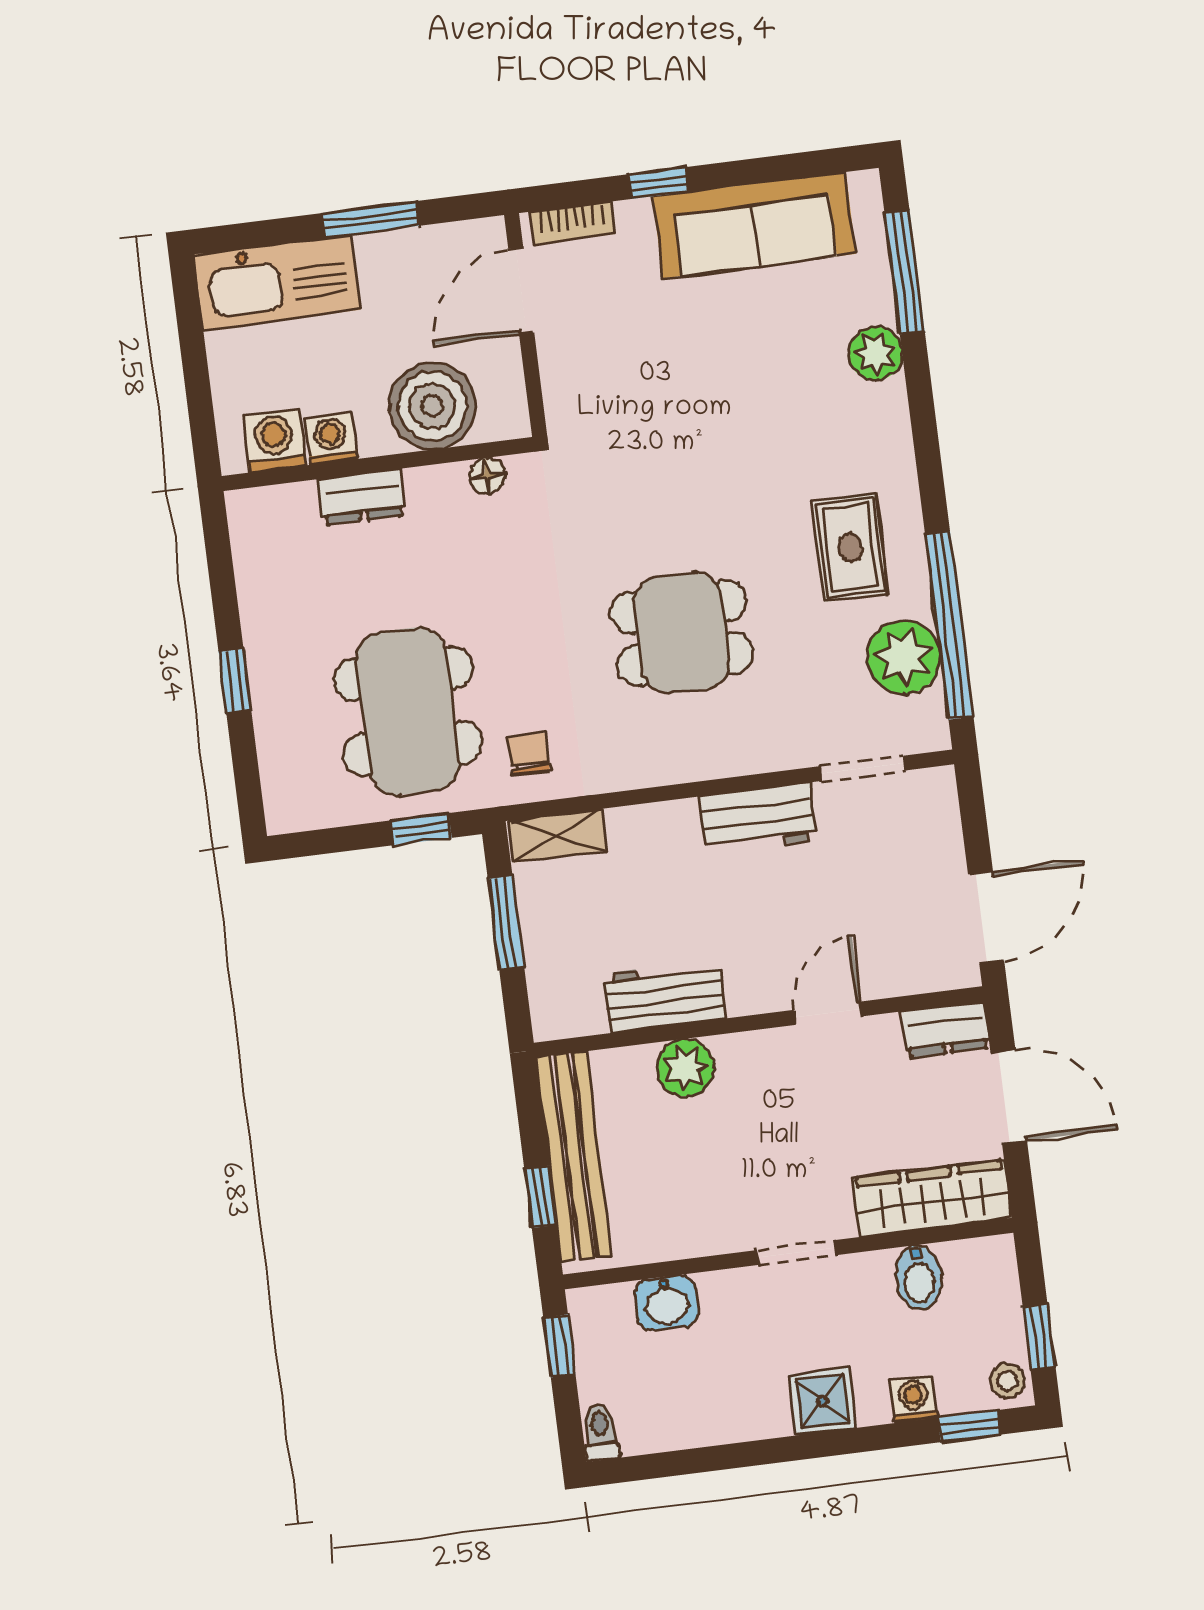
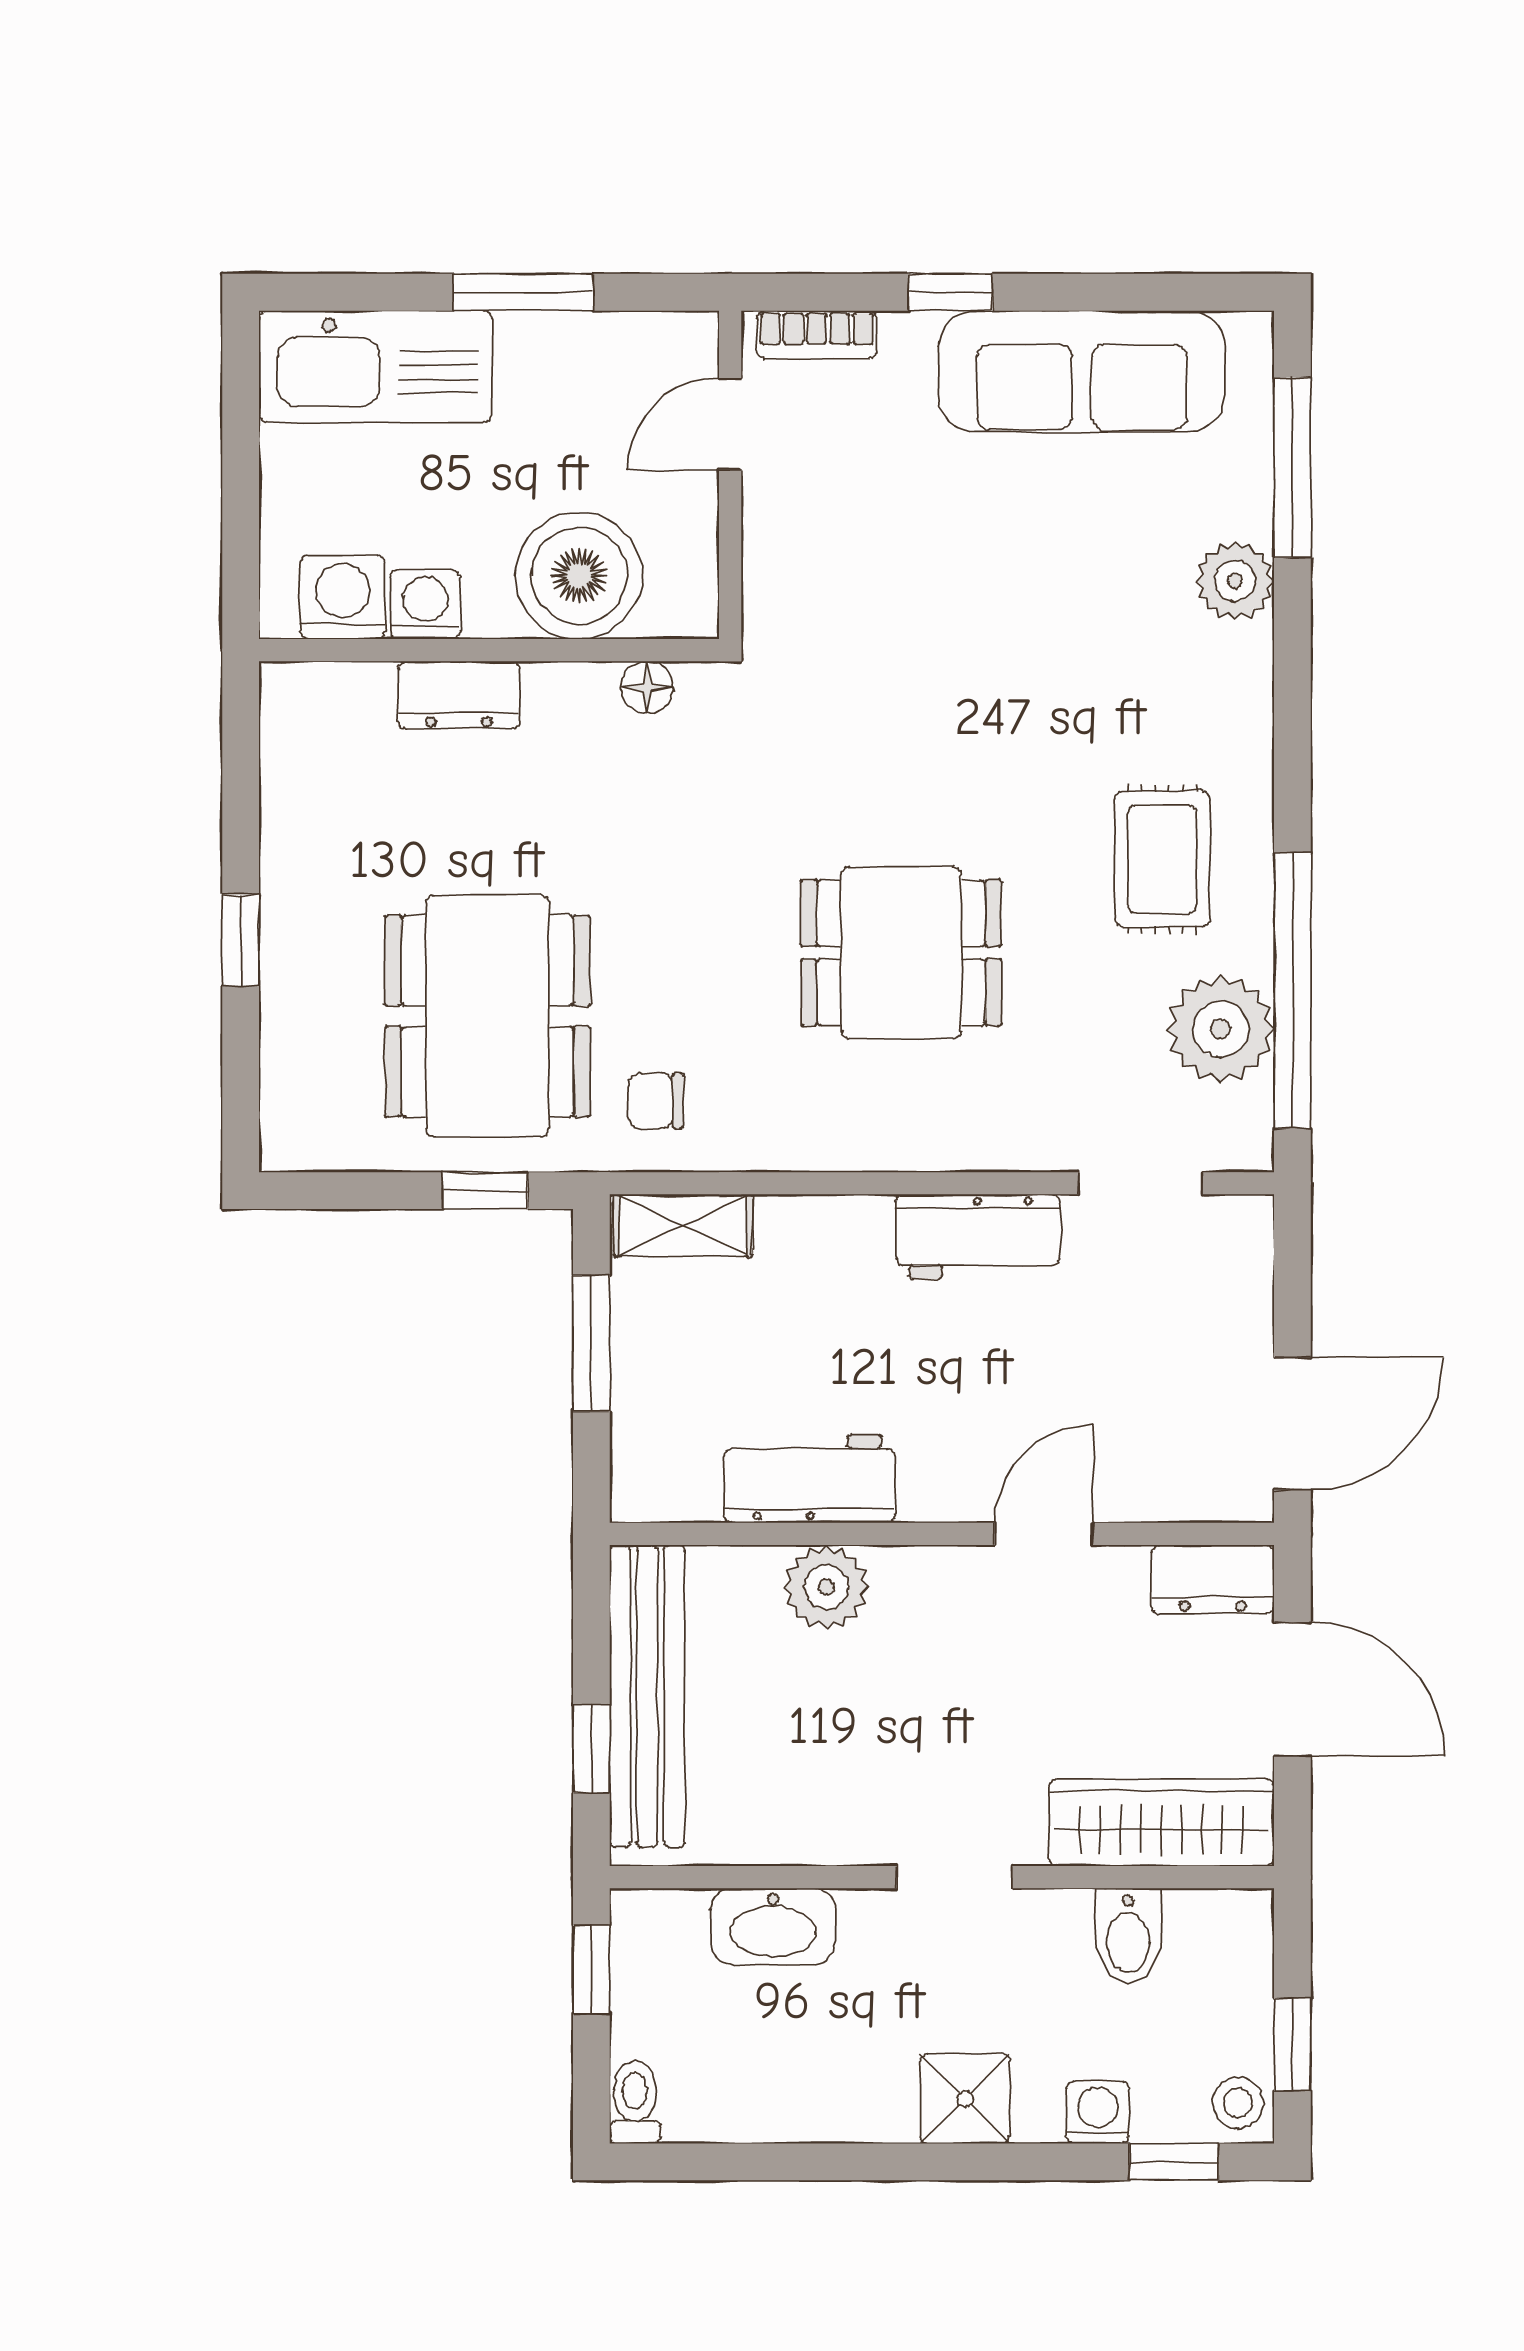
door: (521, 291) -> (730, 424), width x0.73
chair: (529, 754) -> (656, 1101), turned -90
washbasin: (667, 1303) -> (773, 1926), width x1.38

